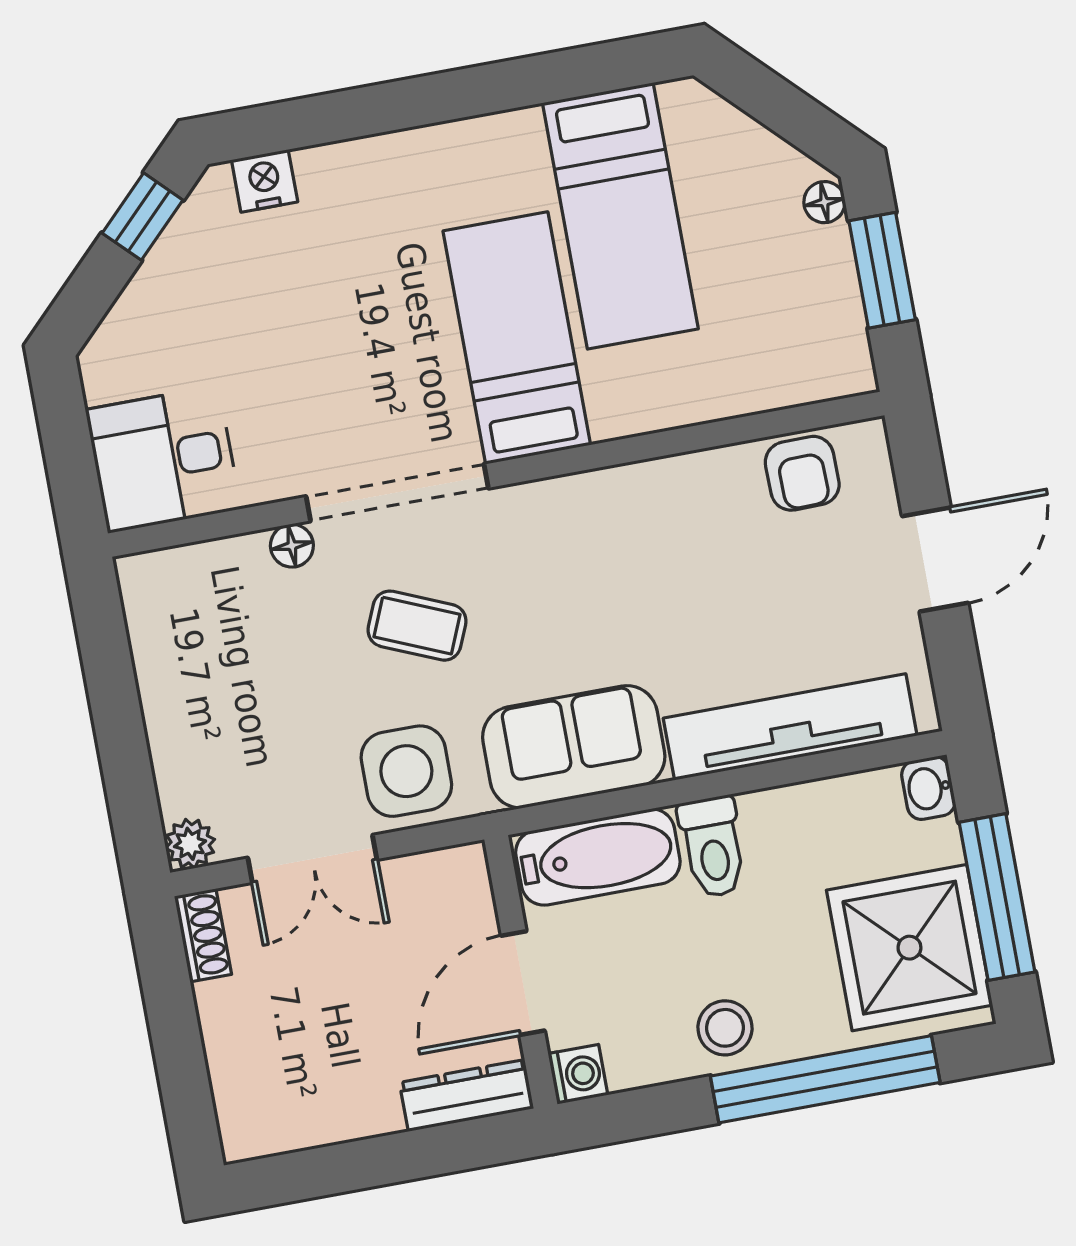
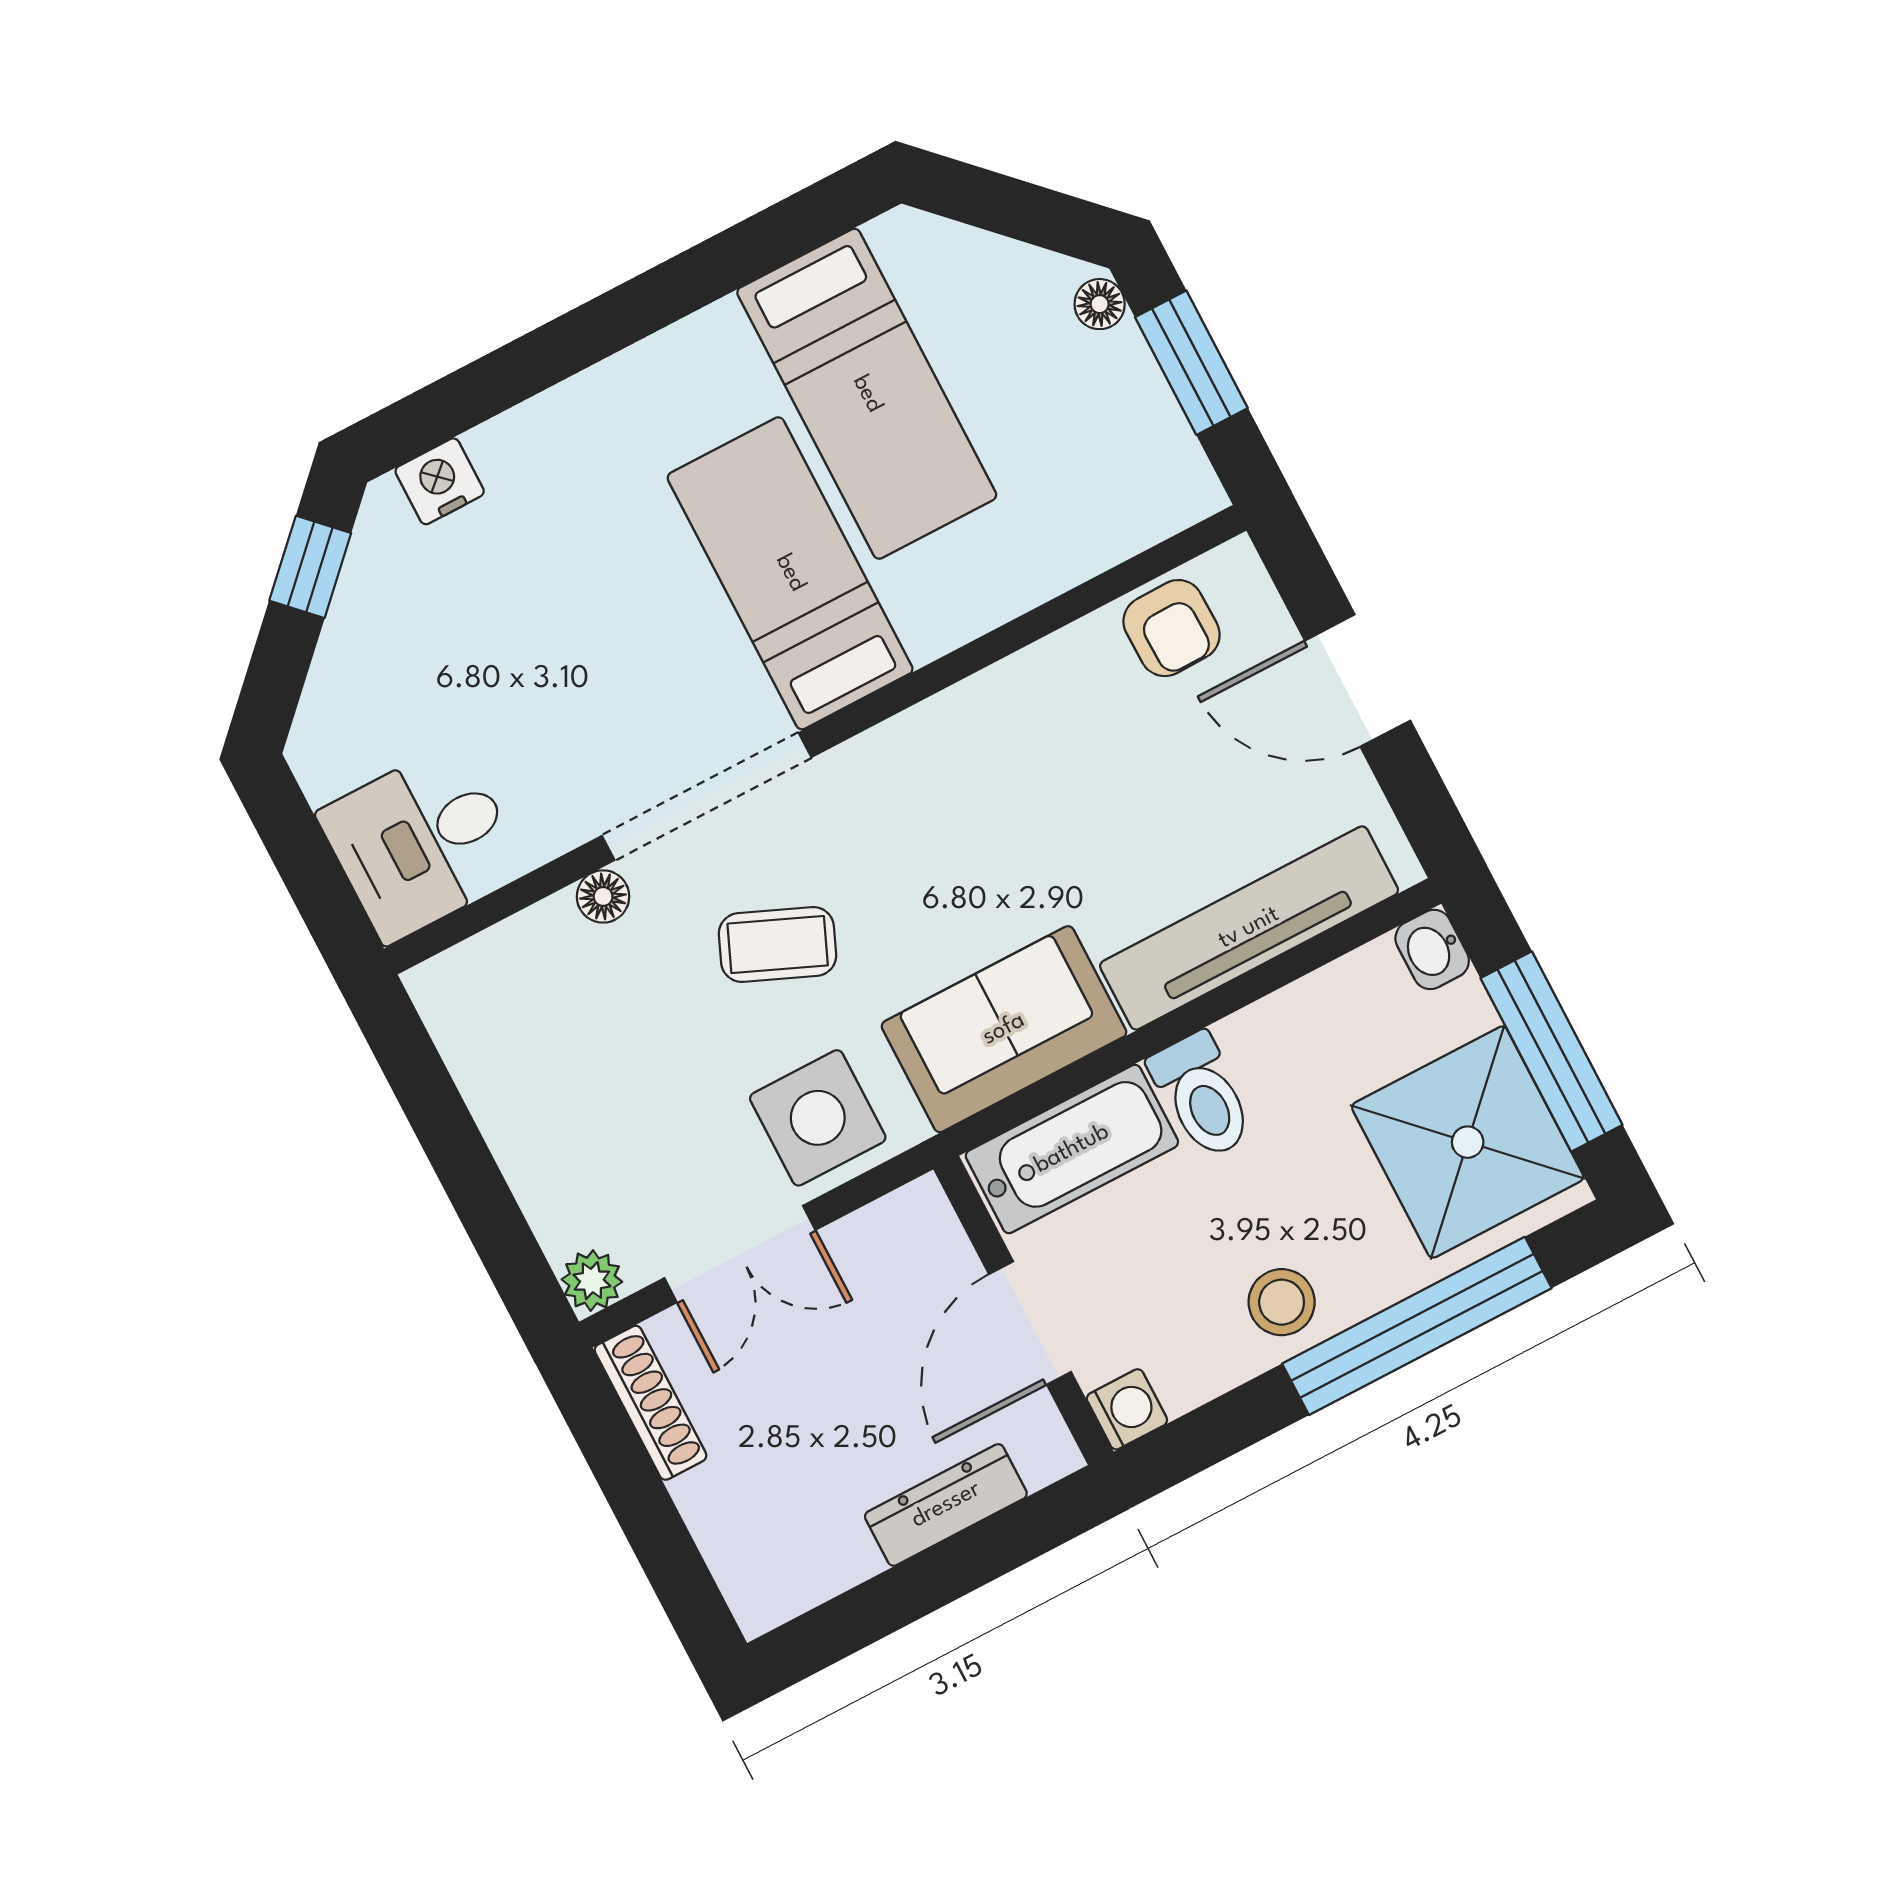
door: (935, 559) -> (1358, 681), swing flipped
shoe rack: (203, 935) -> (650, 1403), width x1.43
dresser: (467, 1095) -> (946, 1505), moved

